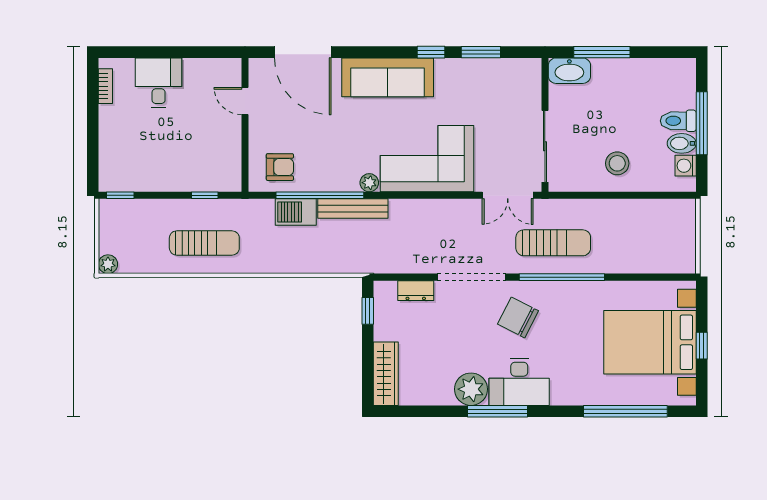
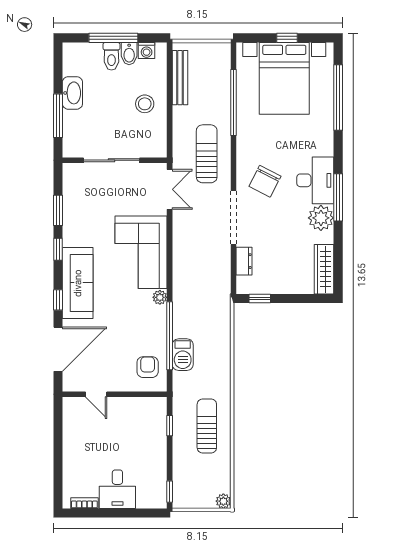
window: (366, 52) -> (58, 300), added
washbasin: (569, 71) -> (72, 93), moved
desk: (159, 83) -> (117, 489), moved, turned -90
door: (245, 101) -> (96, 394), hinge flipped
sliding door: (545, 146) -> (111, 160), moved
bench: (353, 209) -> (180, 78), moved
window: (562, 277) -> (233, 102), moved
wardrobe: (386, 374) -> (324, 269), moved, turned -90

